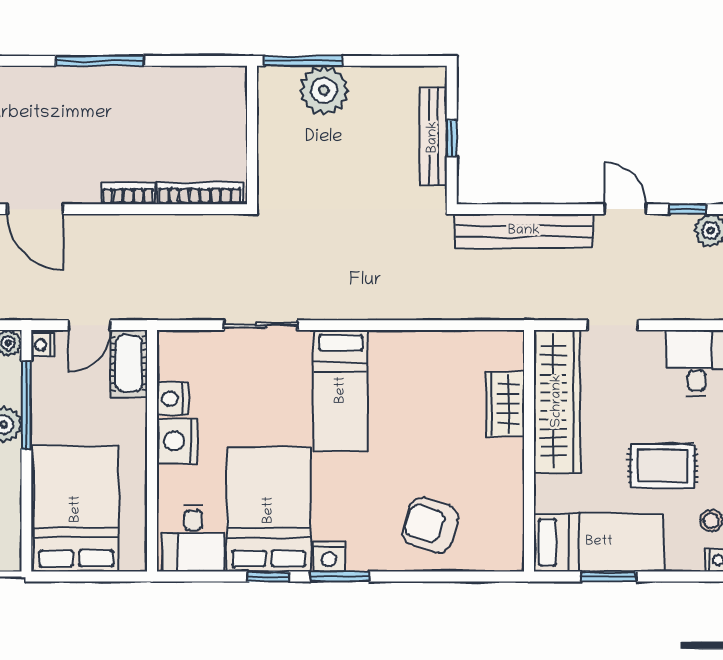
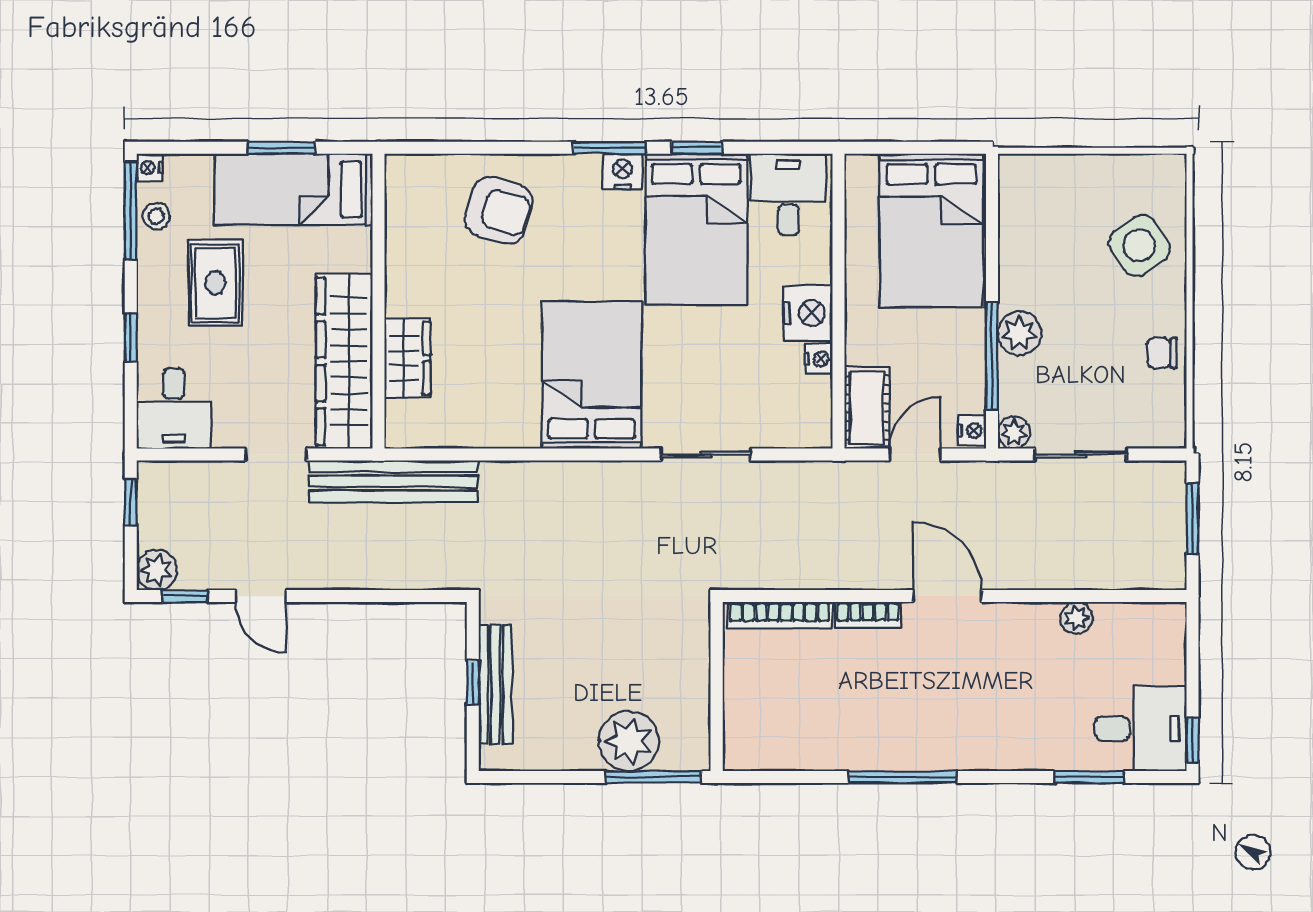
door: (35, 209) -> (947, 596), moved
bench: (524, 231) -> (393, 481), moved
bed: (341, 390) -> (592, 375), width x1.50
nightstand: (172, 399) -> (819, 359), width x0.72, depth x0.74
rug: (663, 466) -> (215, 283), turned 90

